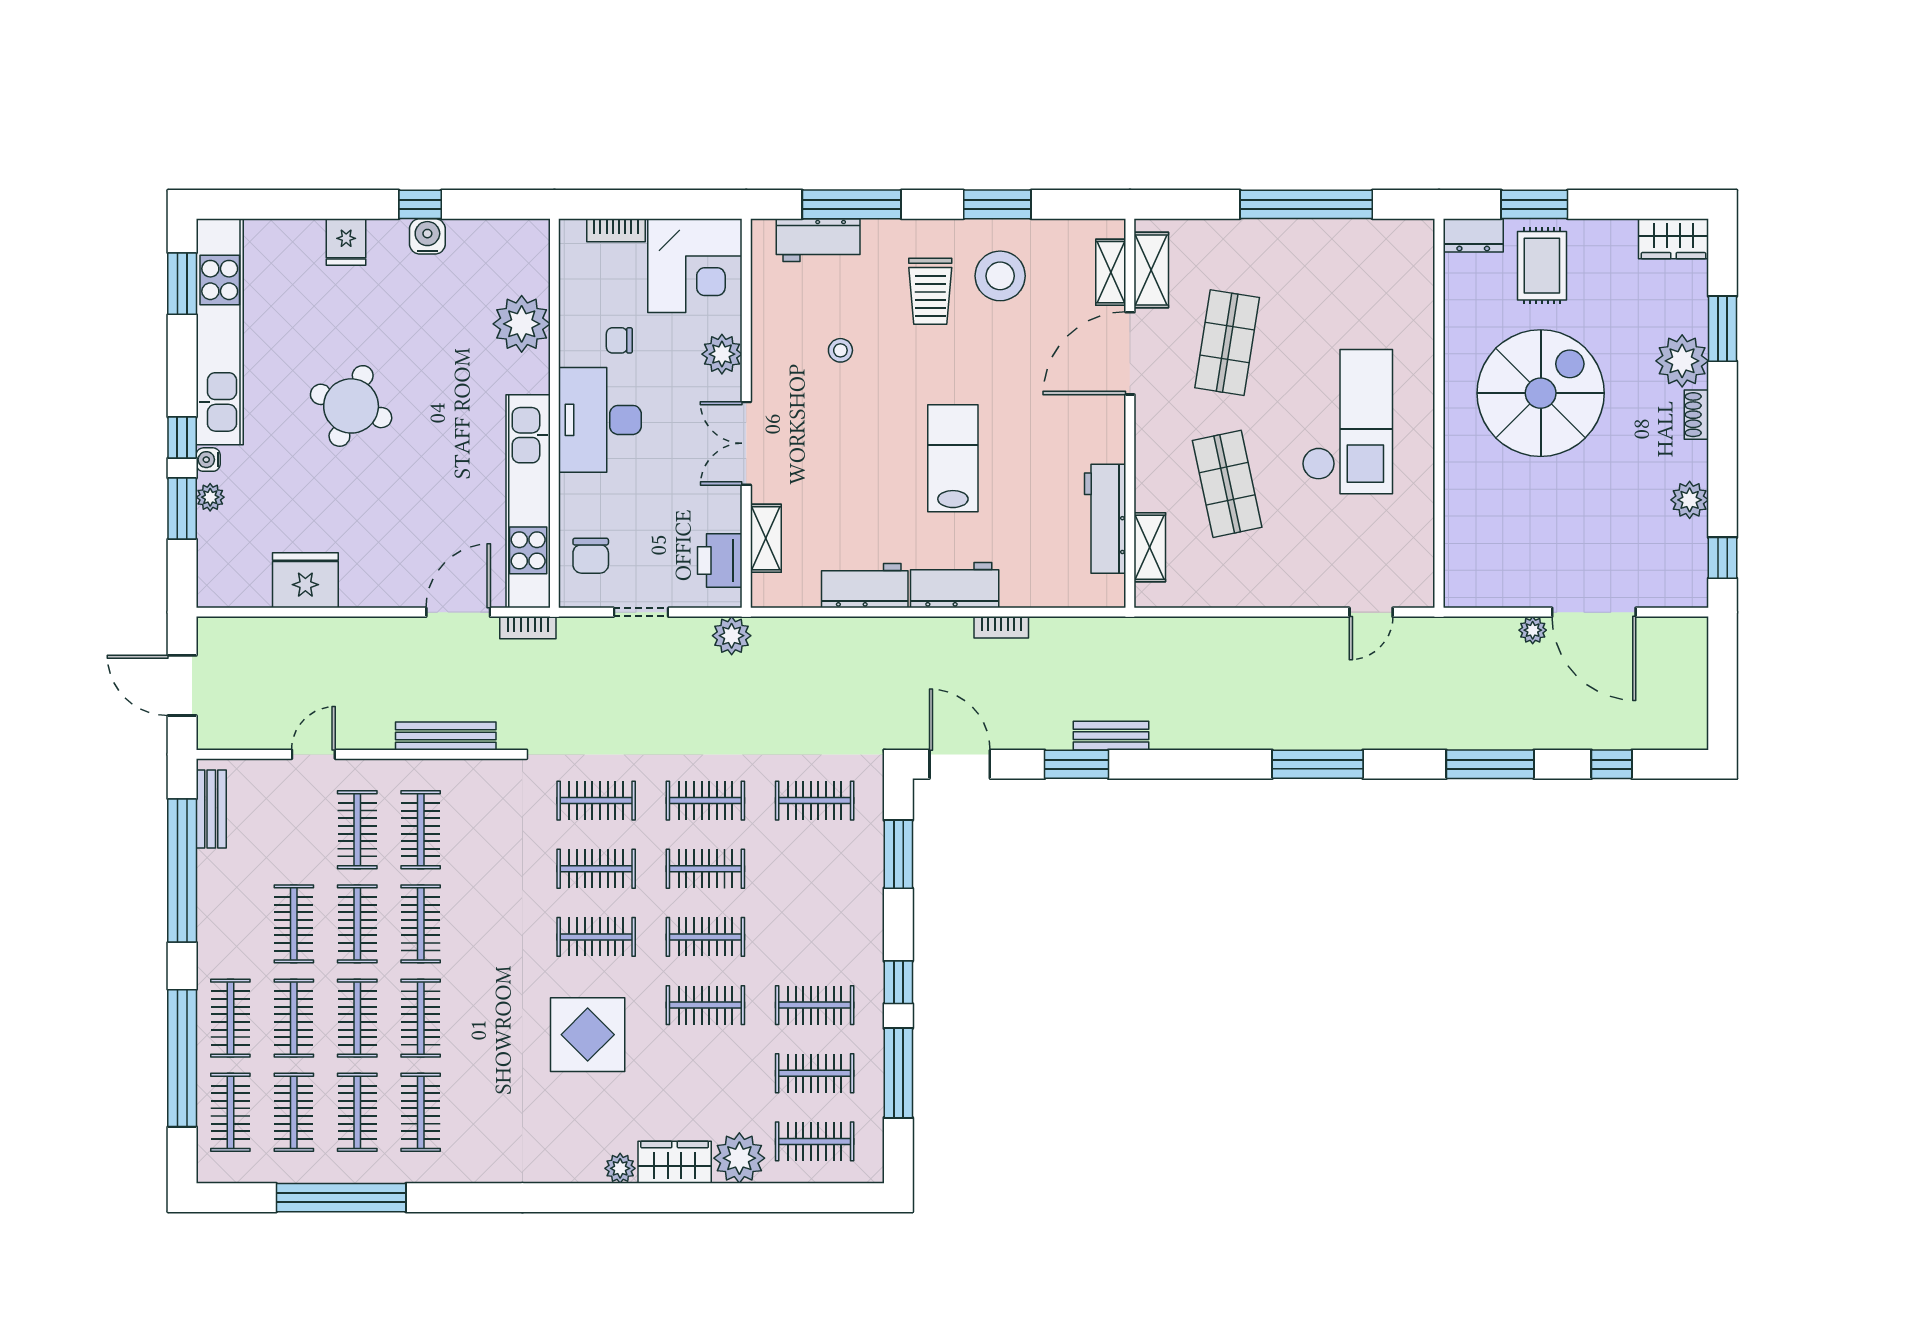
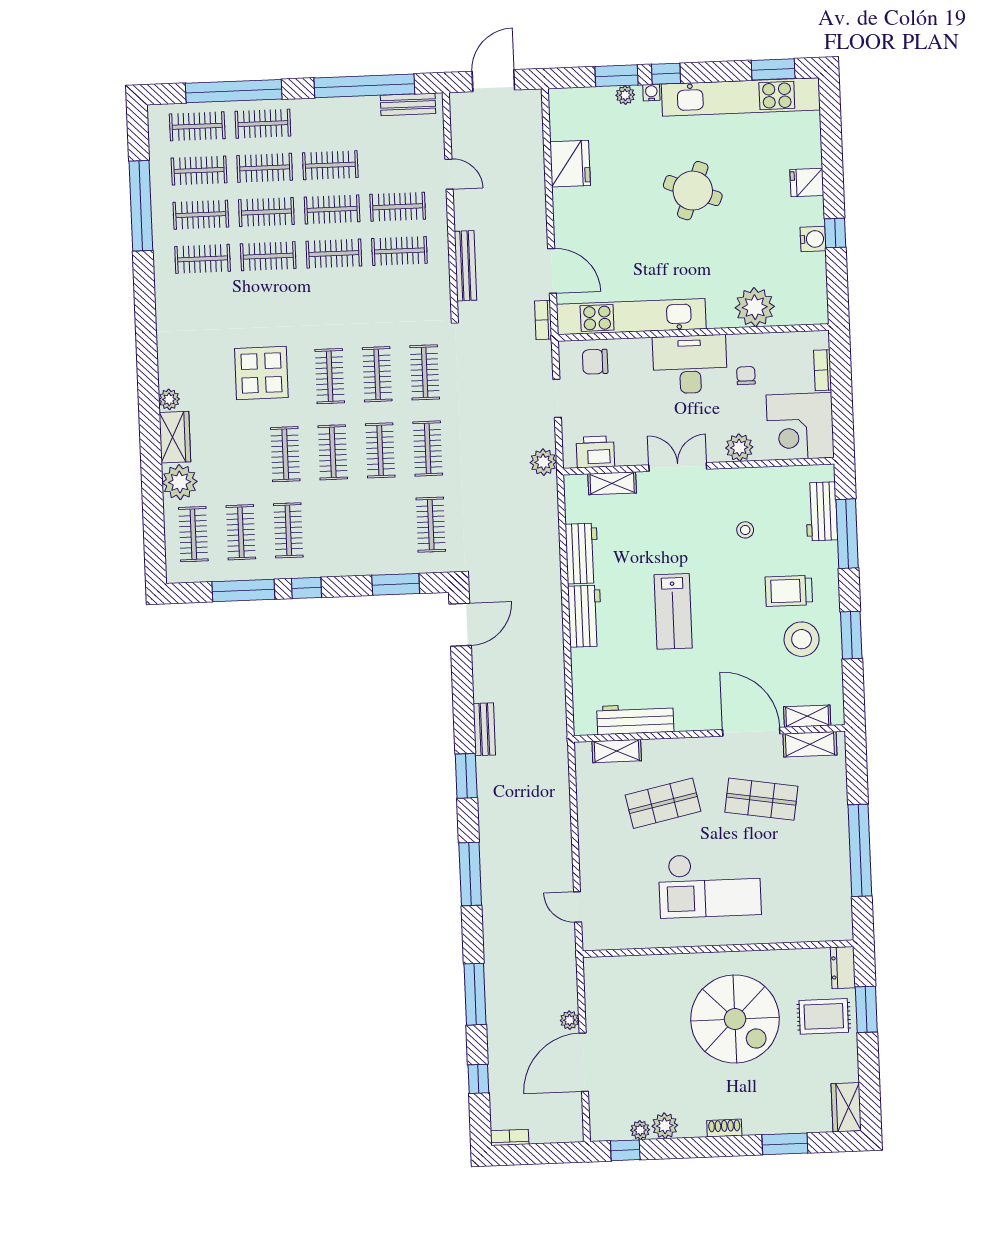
plant: (1682, 361) -> (640, 1130), moved, width x0.53, depth x0.53
lab bench: (953, 458) -> (673, 611), turned 90
bookcase: (1001, 627) -> (510, 1137), moved, turned 90
window: (1077, 764) -> (466, 776), moved

